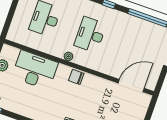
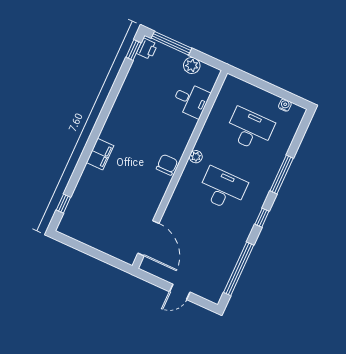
desk: (35, 70) -> (191, 100), width x0.53, depth x0.77

